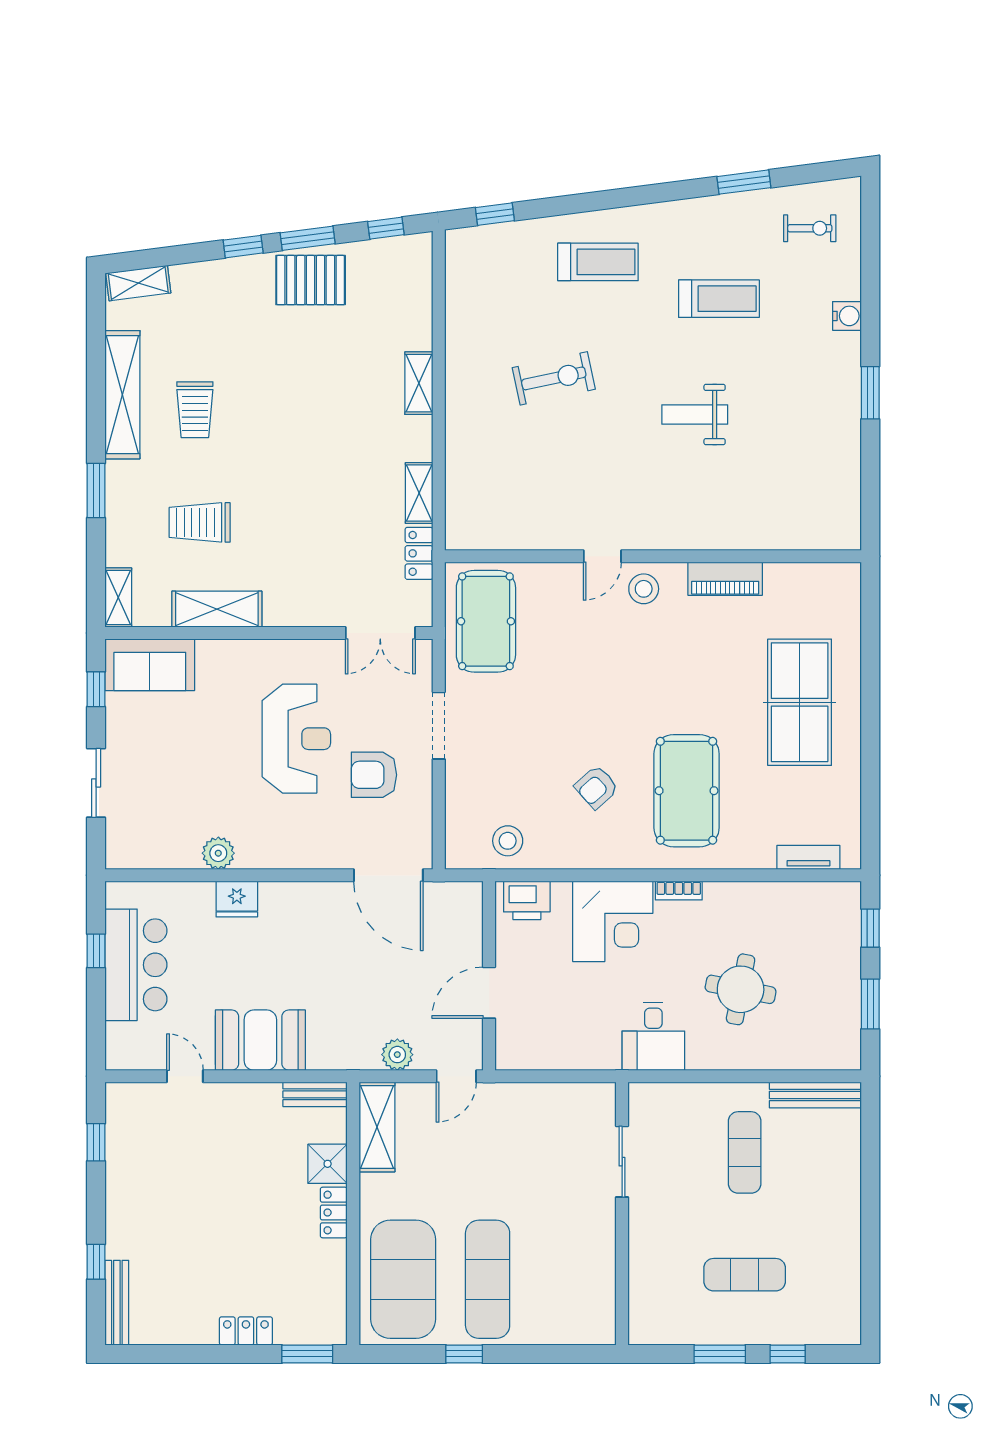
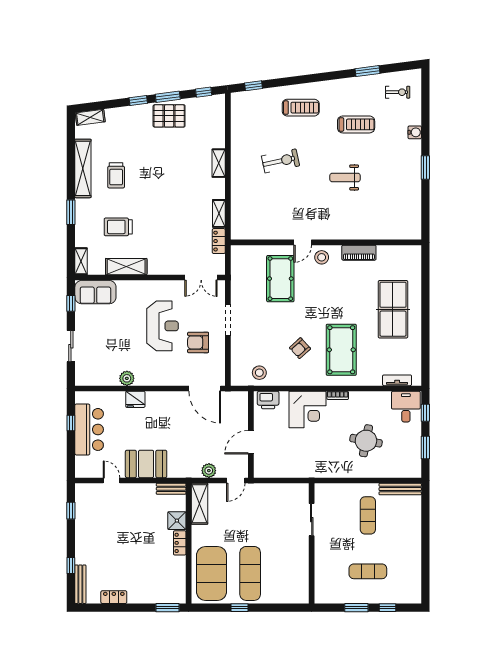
pool table: (486, 621) -> (280, 279), moved
desk: (653, 1036) -> (406, 407), moved, turned 180
locker: (246, 1331) -> (114, 597), moved

